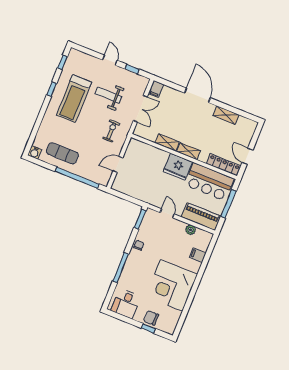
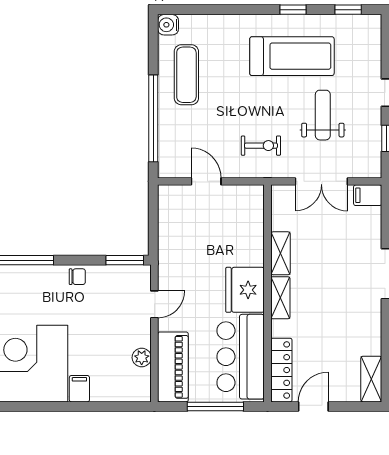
treadmill: (74, 99) -> (292, 56), turned 180
shelving: (226, 115) -> (371, 379), moved
filing cabinet: (198, 255) -> (79, 389), moved

